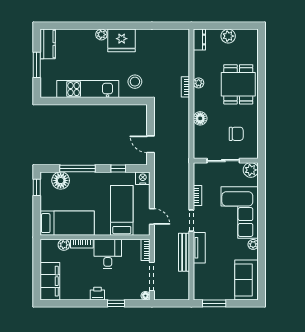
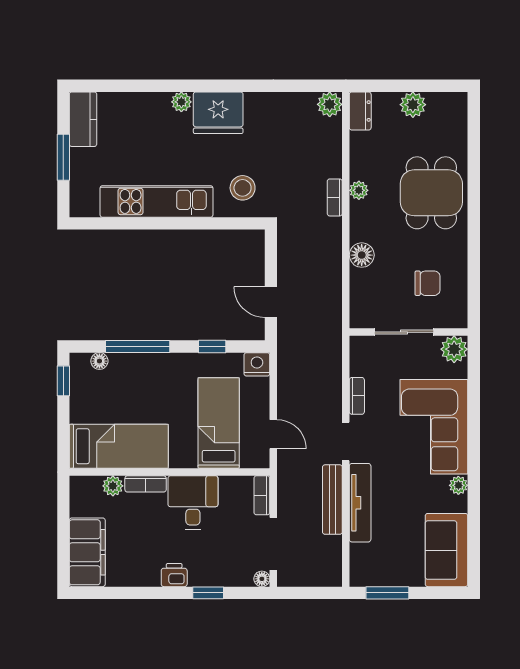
plant: (183, 36) -> (330, 104), added
floor lamp: (61, 181) -> (99, 361), width x0.53, depth x0.53
tv unit: (199, 248) -> (360, 503), width x1.41

